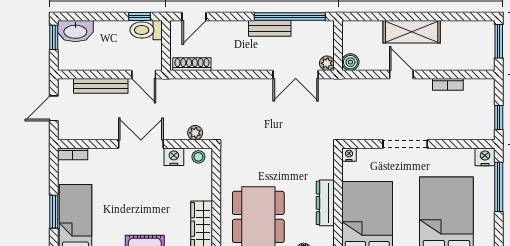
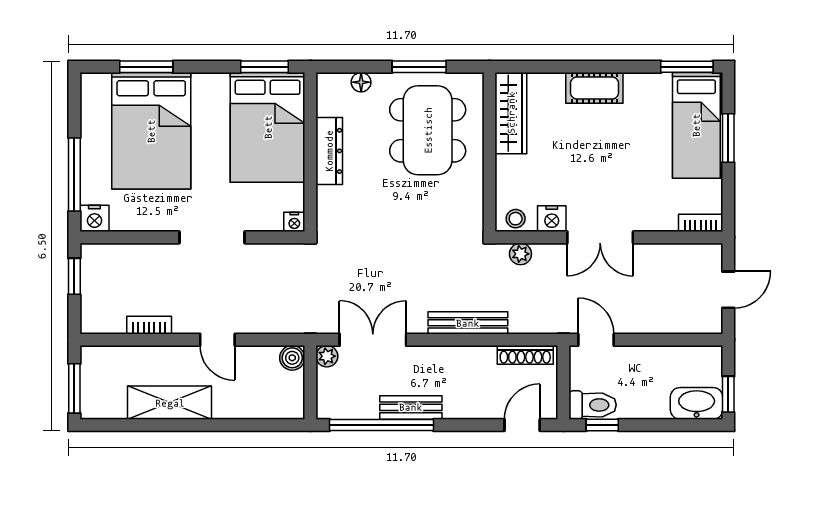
shelving: (412, 32) -> (170, 403), moved
bench: (101, 86) -> (468, 323), moved

